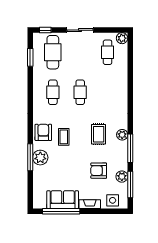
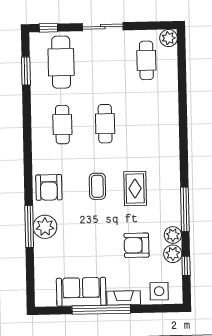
armchair: (43, 132) -> (49, 187), turned 180
plant: (122, 135) -> (173, 235), moved
coffee table: (64, 137) -> (97, 186), moved
window: (130, 185) -> (186, 266), width x0.46
window: (61, 211) -> (101, 310), moved

